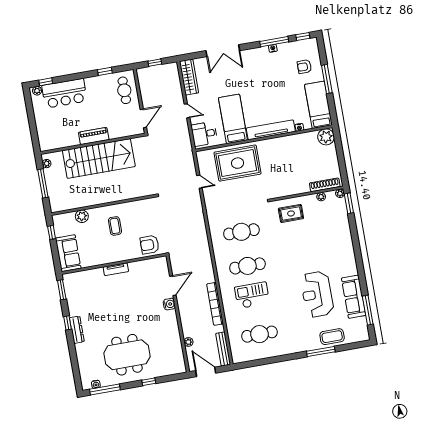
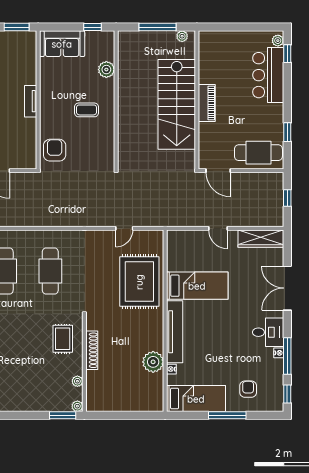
cafe table: (124, 90) -> (258, 153), width x1.37, depth x1.35
door: (187, 111) -> (218, 228), hinge flipped
desk: (204, 134) -> (268, 332), moved, turned 90
plant: (326, 137) -> (153, 362), moved
shoe rack: (325, 185) -> (92, 350), moved

